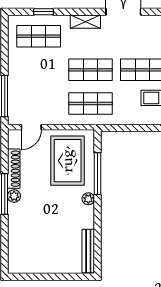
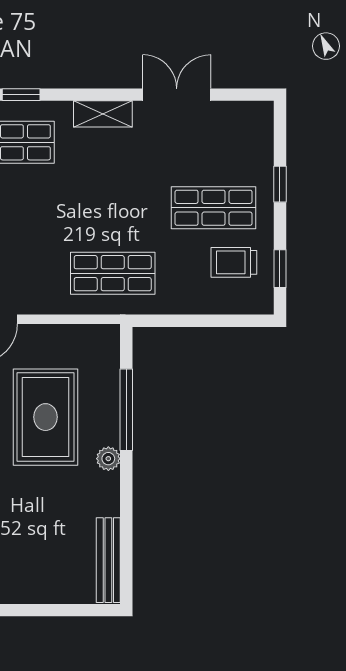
shop shelf: (91, 70) -> (113, 208), removed
rug: (68, 161) -> (46, 417), moved

